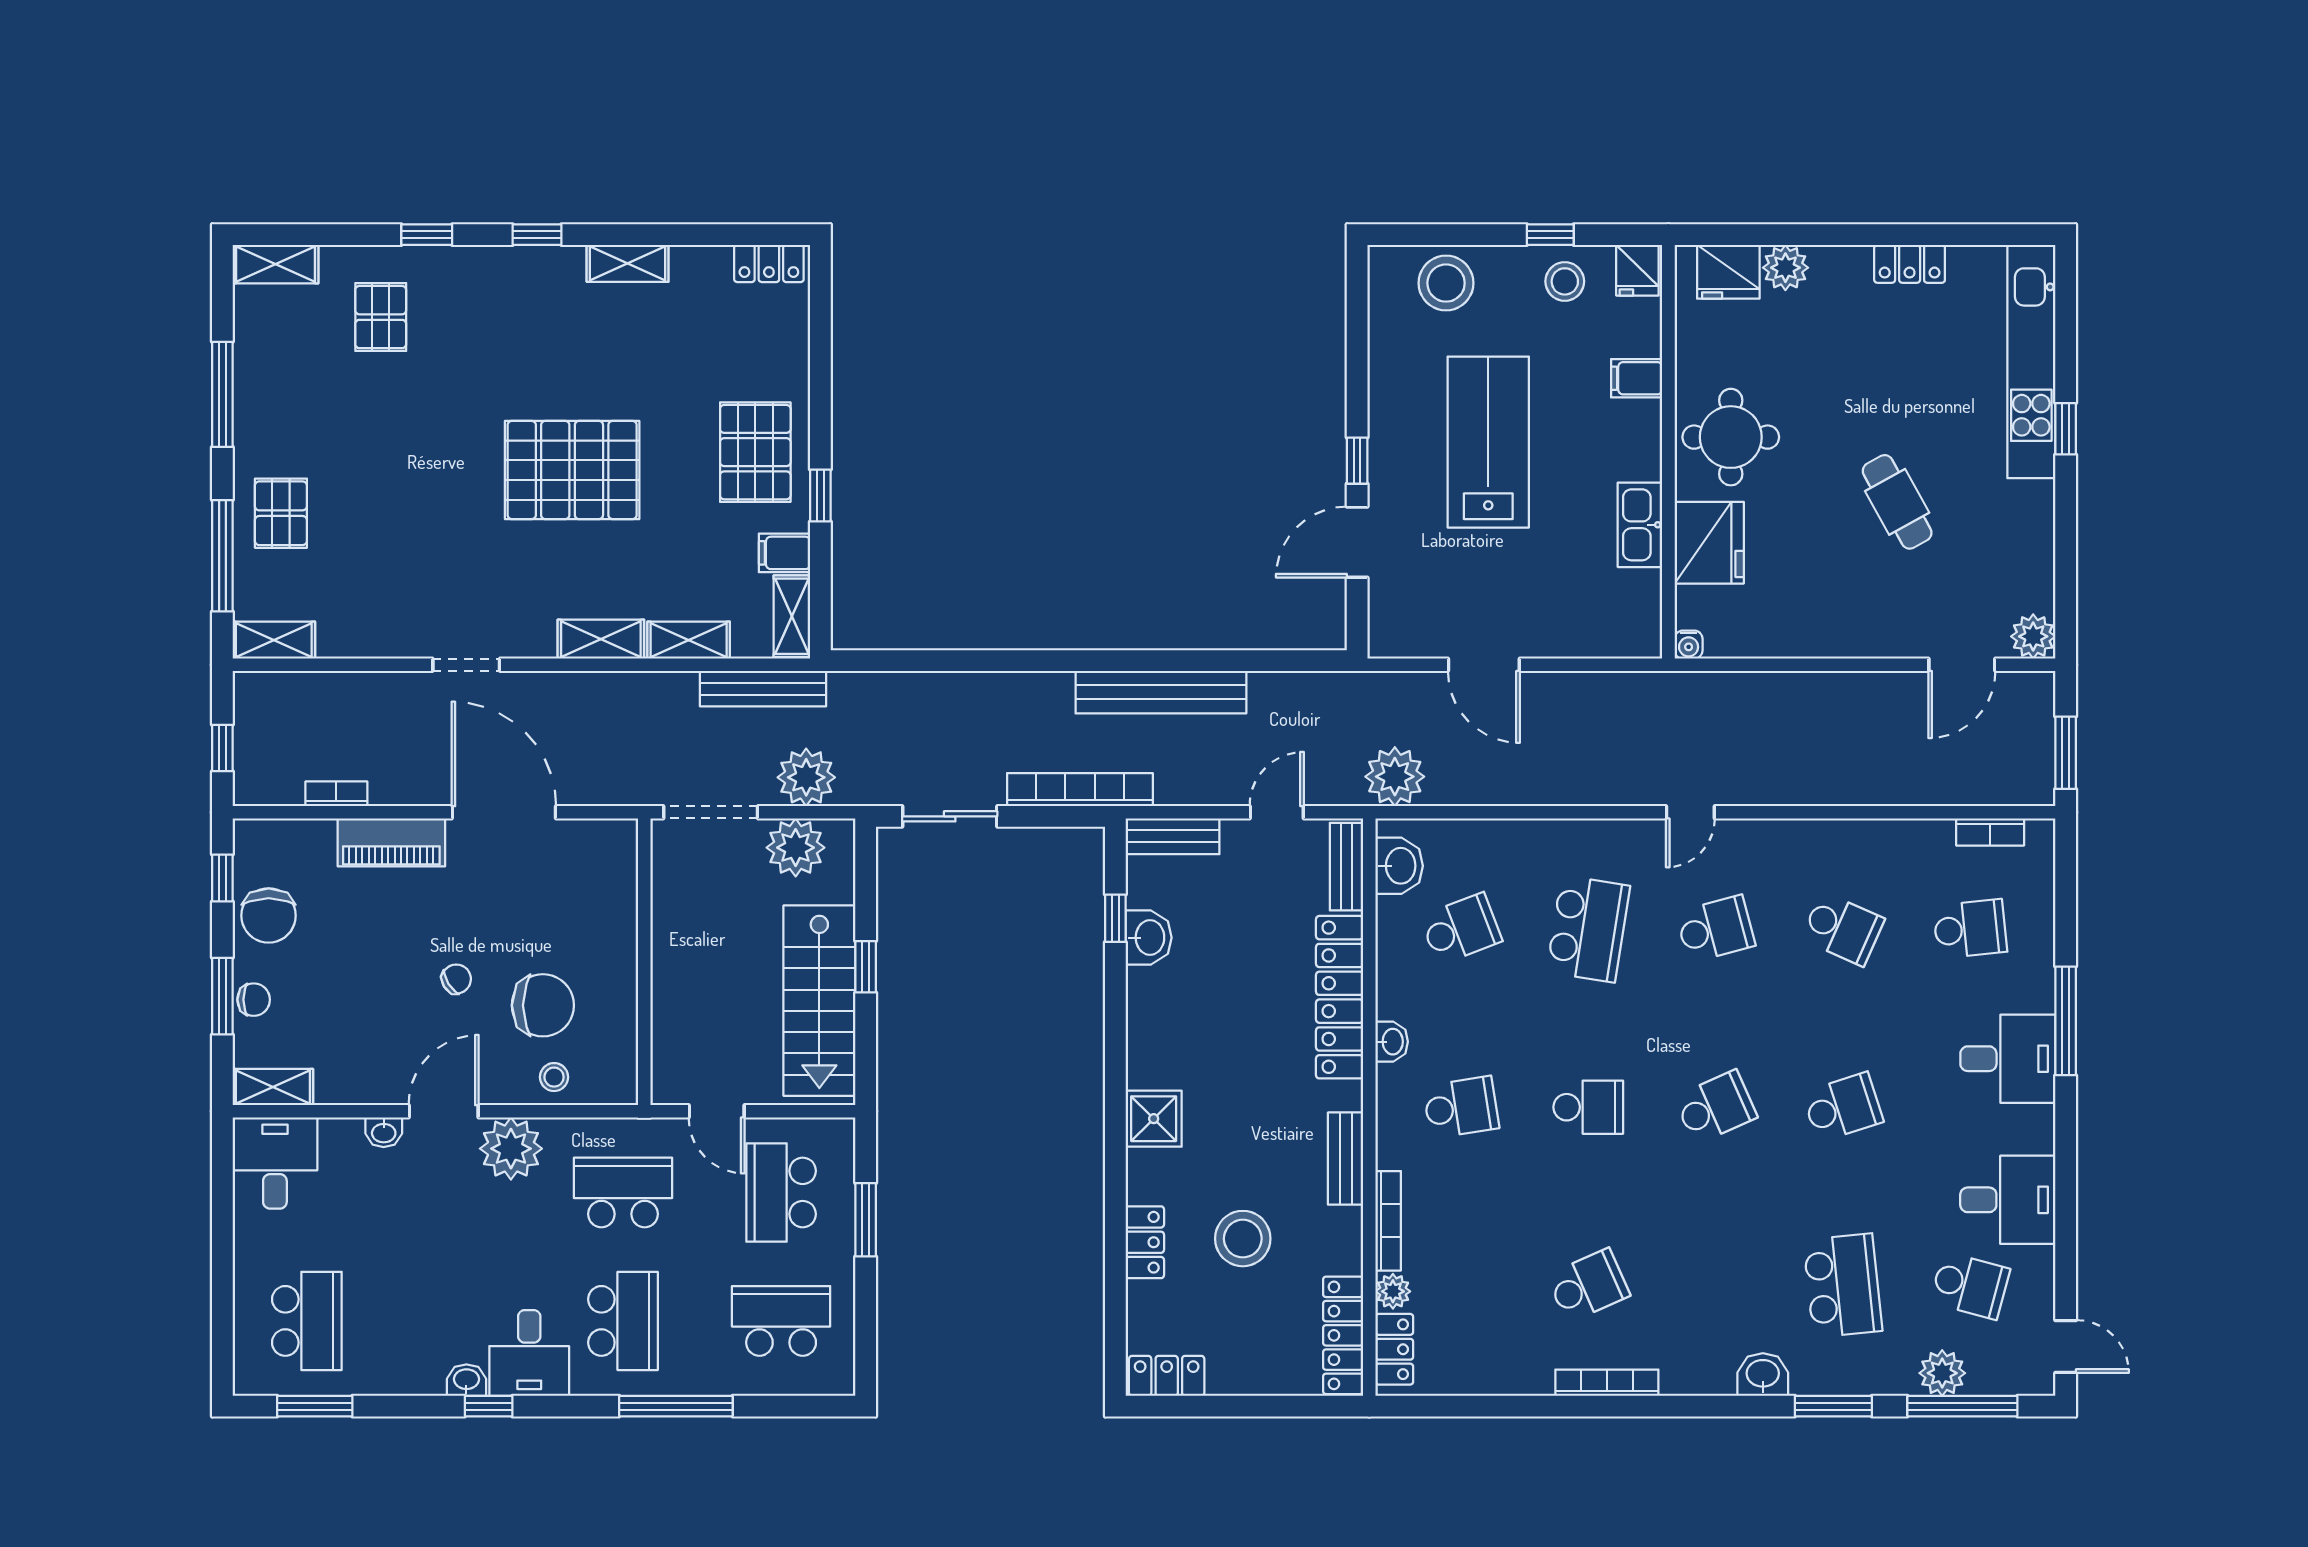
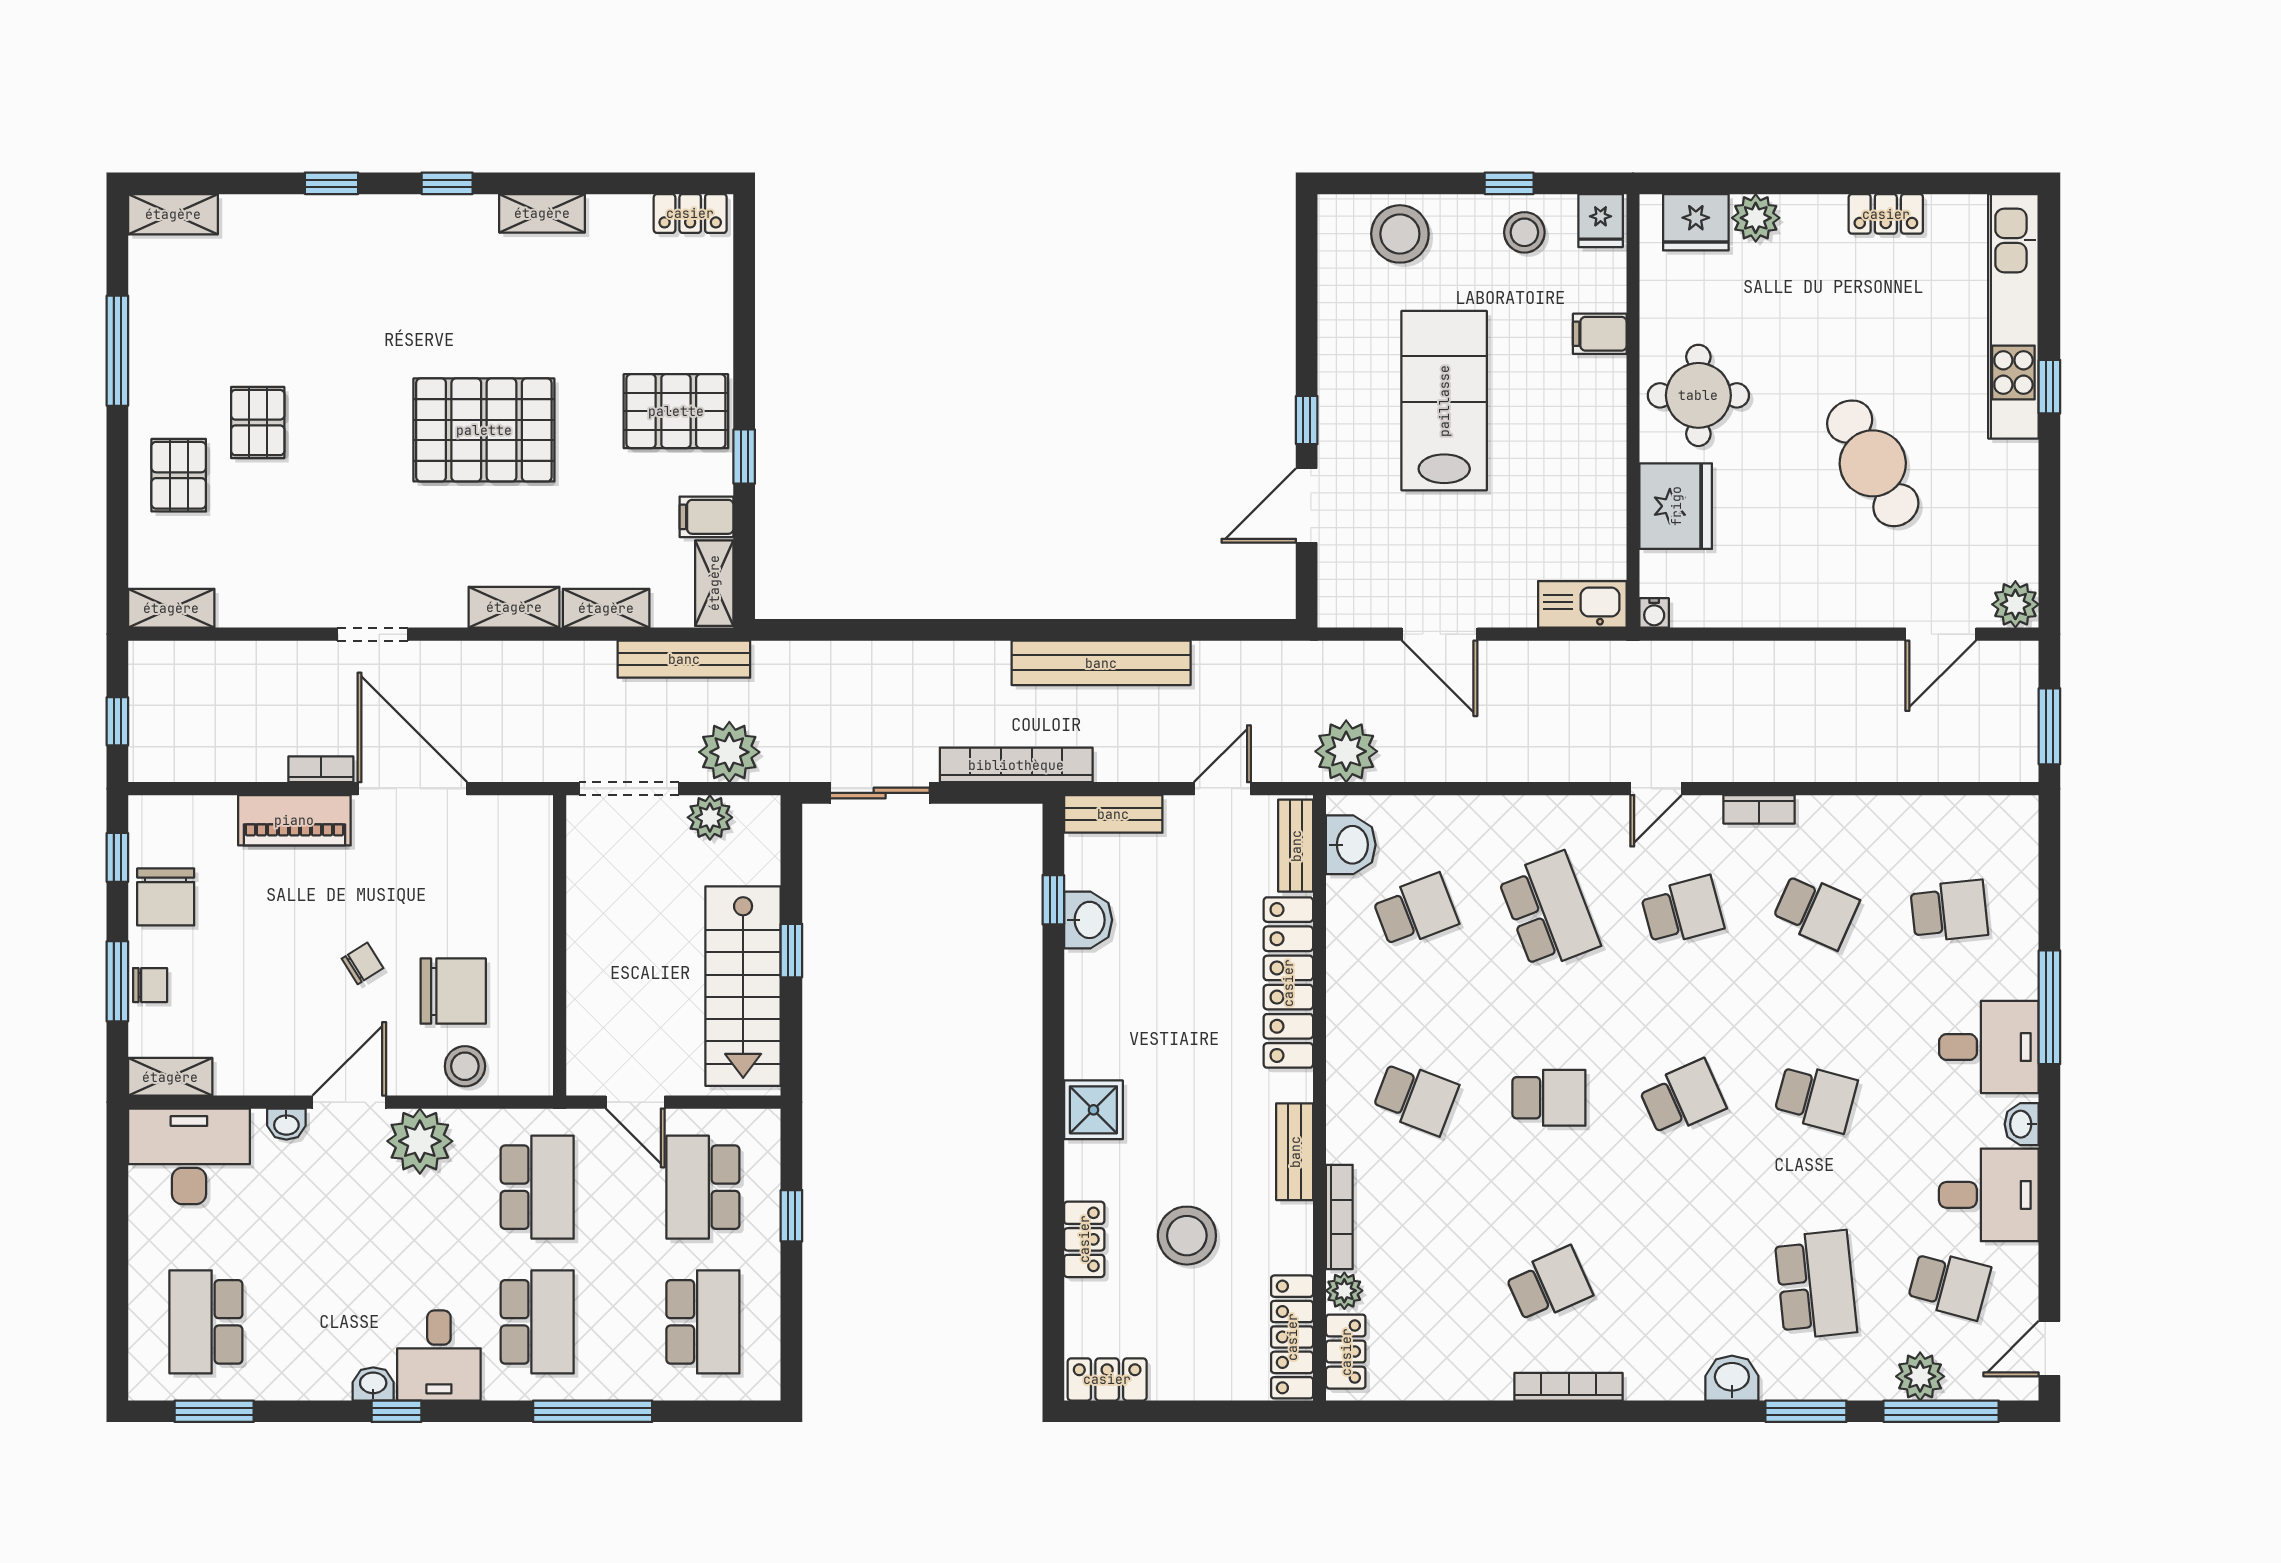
pallet: (381, 317) -> (258, 423), moved
pallet: (755, 452) -> (676, 411), turned 90
cafe table: (1897, 502) -> (1873, 463), width x1.37, depth x1.35
kitchen sink: (1640, 525) -> (1582, 604), moved, turned 90
window: (222, 556) -> (117, 520), removed
bookcase: (336, 794) -> (321, 769), moved
bookcase: (1990, 832) -> (1759, 809), moved
plant: (796, 848) -> (710, 817), width x0.73, depth x0.73
school desk: (1588, 929) -> (1549, 911), turned -30
washbasin: (1392, 1042) -> (2022, 1124), moved, turned 180
stool: (554, 1077) -> (465, 1066), width x1.37, depth x1.37
school desk: (1461, 1107) -> (1416, 1098), turned 30
school desk: (1843, 1107) -> (1816, 1098), turned 33
desk: (275, 1163) -> (189, 1156), width x1.37
school desk: (623, 1192) -> (537, 1187), turned 90
window: (866, 1220) -> (791, 1216), width x0.67
school desk: (307, 1321) -> (206, 1322), turned 180
school desk: (781, 1321) -> (703, 1322), turned 90
door: (2066, 1346) -> (2049, 1349), swing flipped

